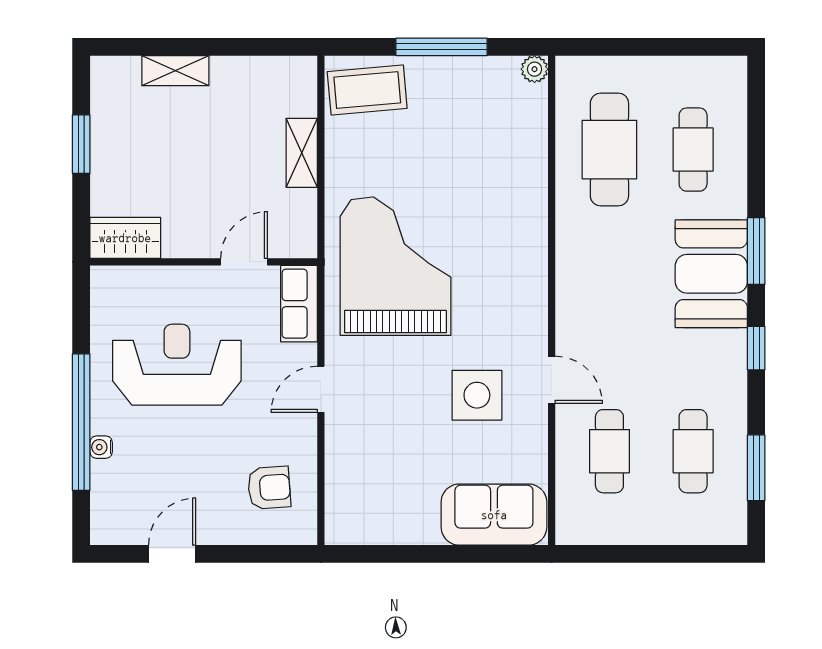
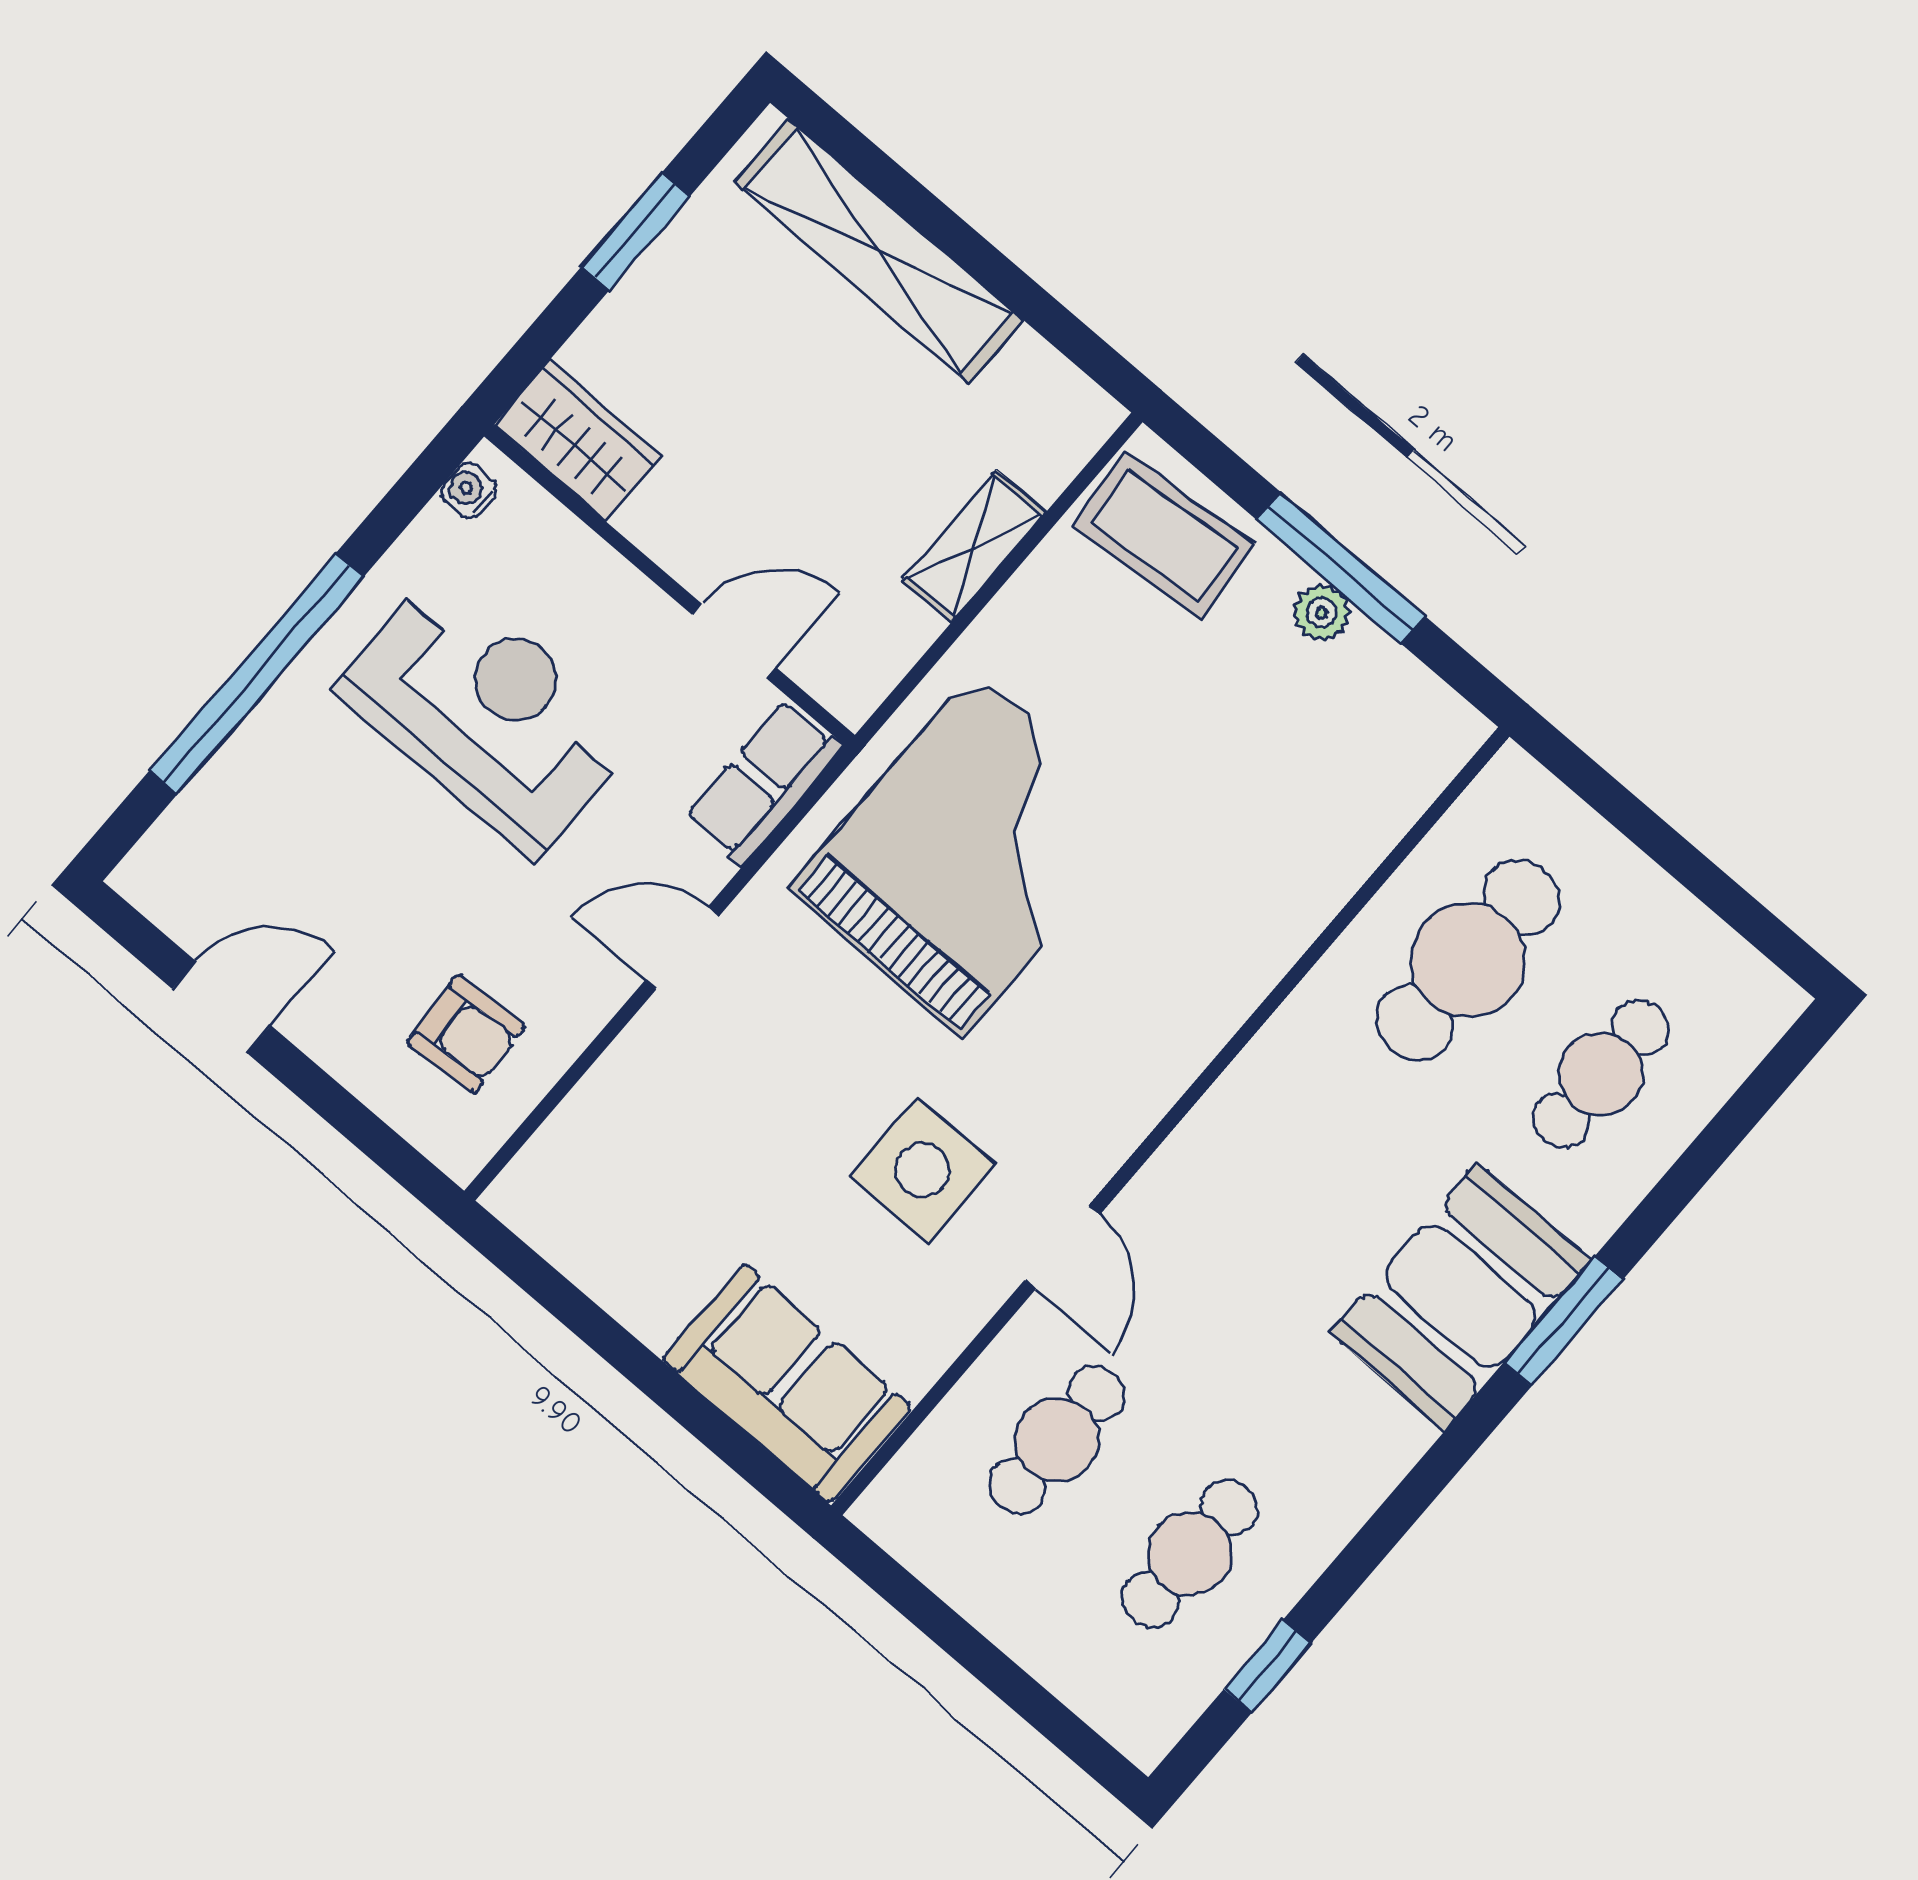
plant: (535, 69) -> (1321, 613), moved
shelving: (175, 71) -> (878, 251), width x2.20, depth x1.33
window: (756, 348) -> (1430, 1476), removed
water cooler: (101, 447) -> (469, 490), moved
window: (756, 468) -> (1267, 1666), width x0.67

